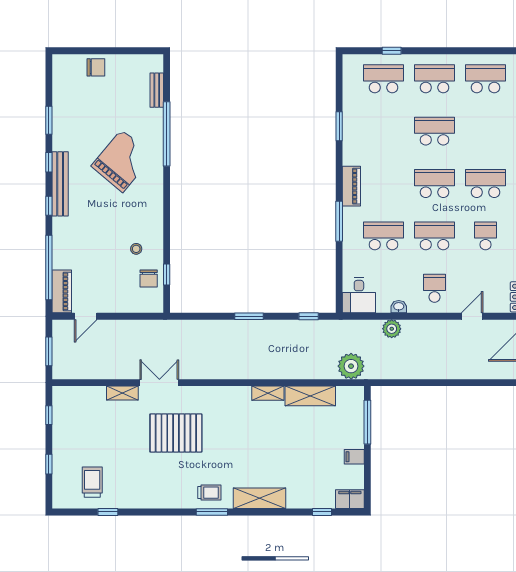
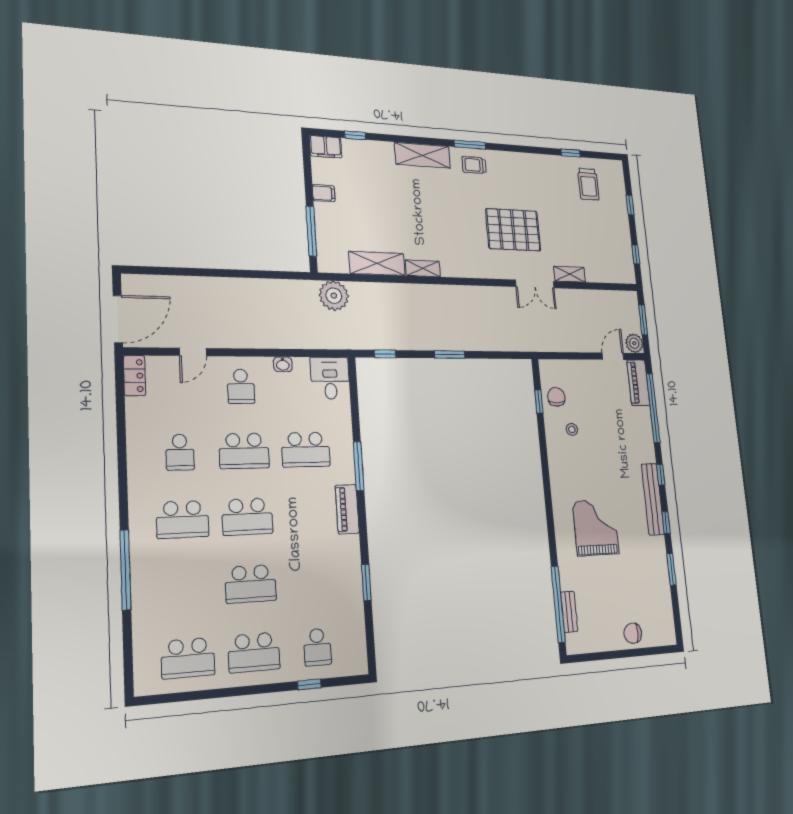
school desk: (384, 79) -> (317, 647), width x0.54
window: (167, 134) -> (558, 604), moved
grand piano: (122, 161) -> (596, 528), turned 140
plant: (392, 329) -> (634, 343), moved

